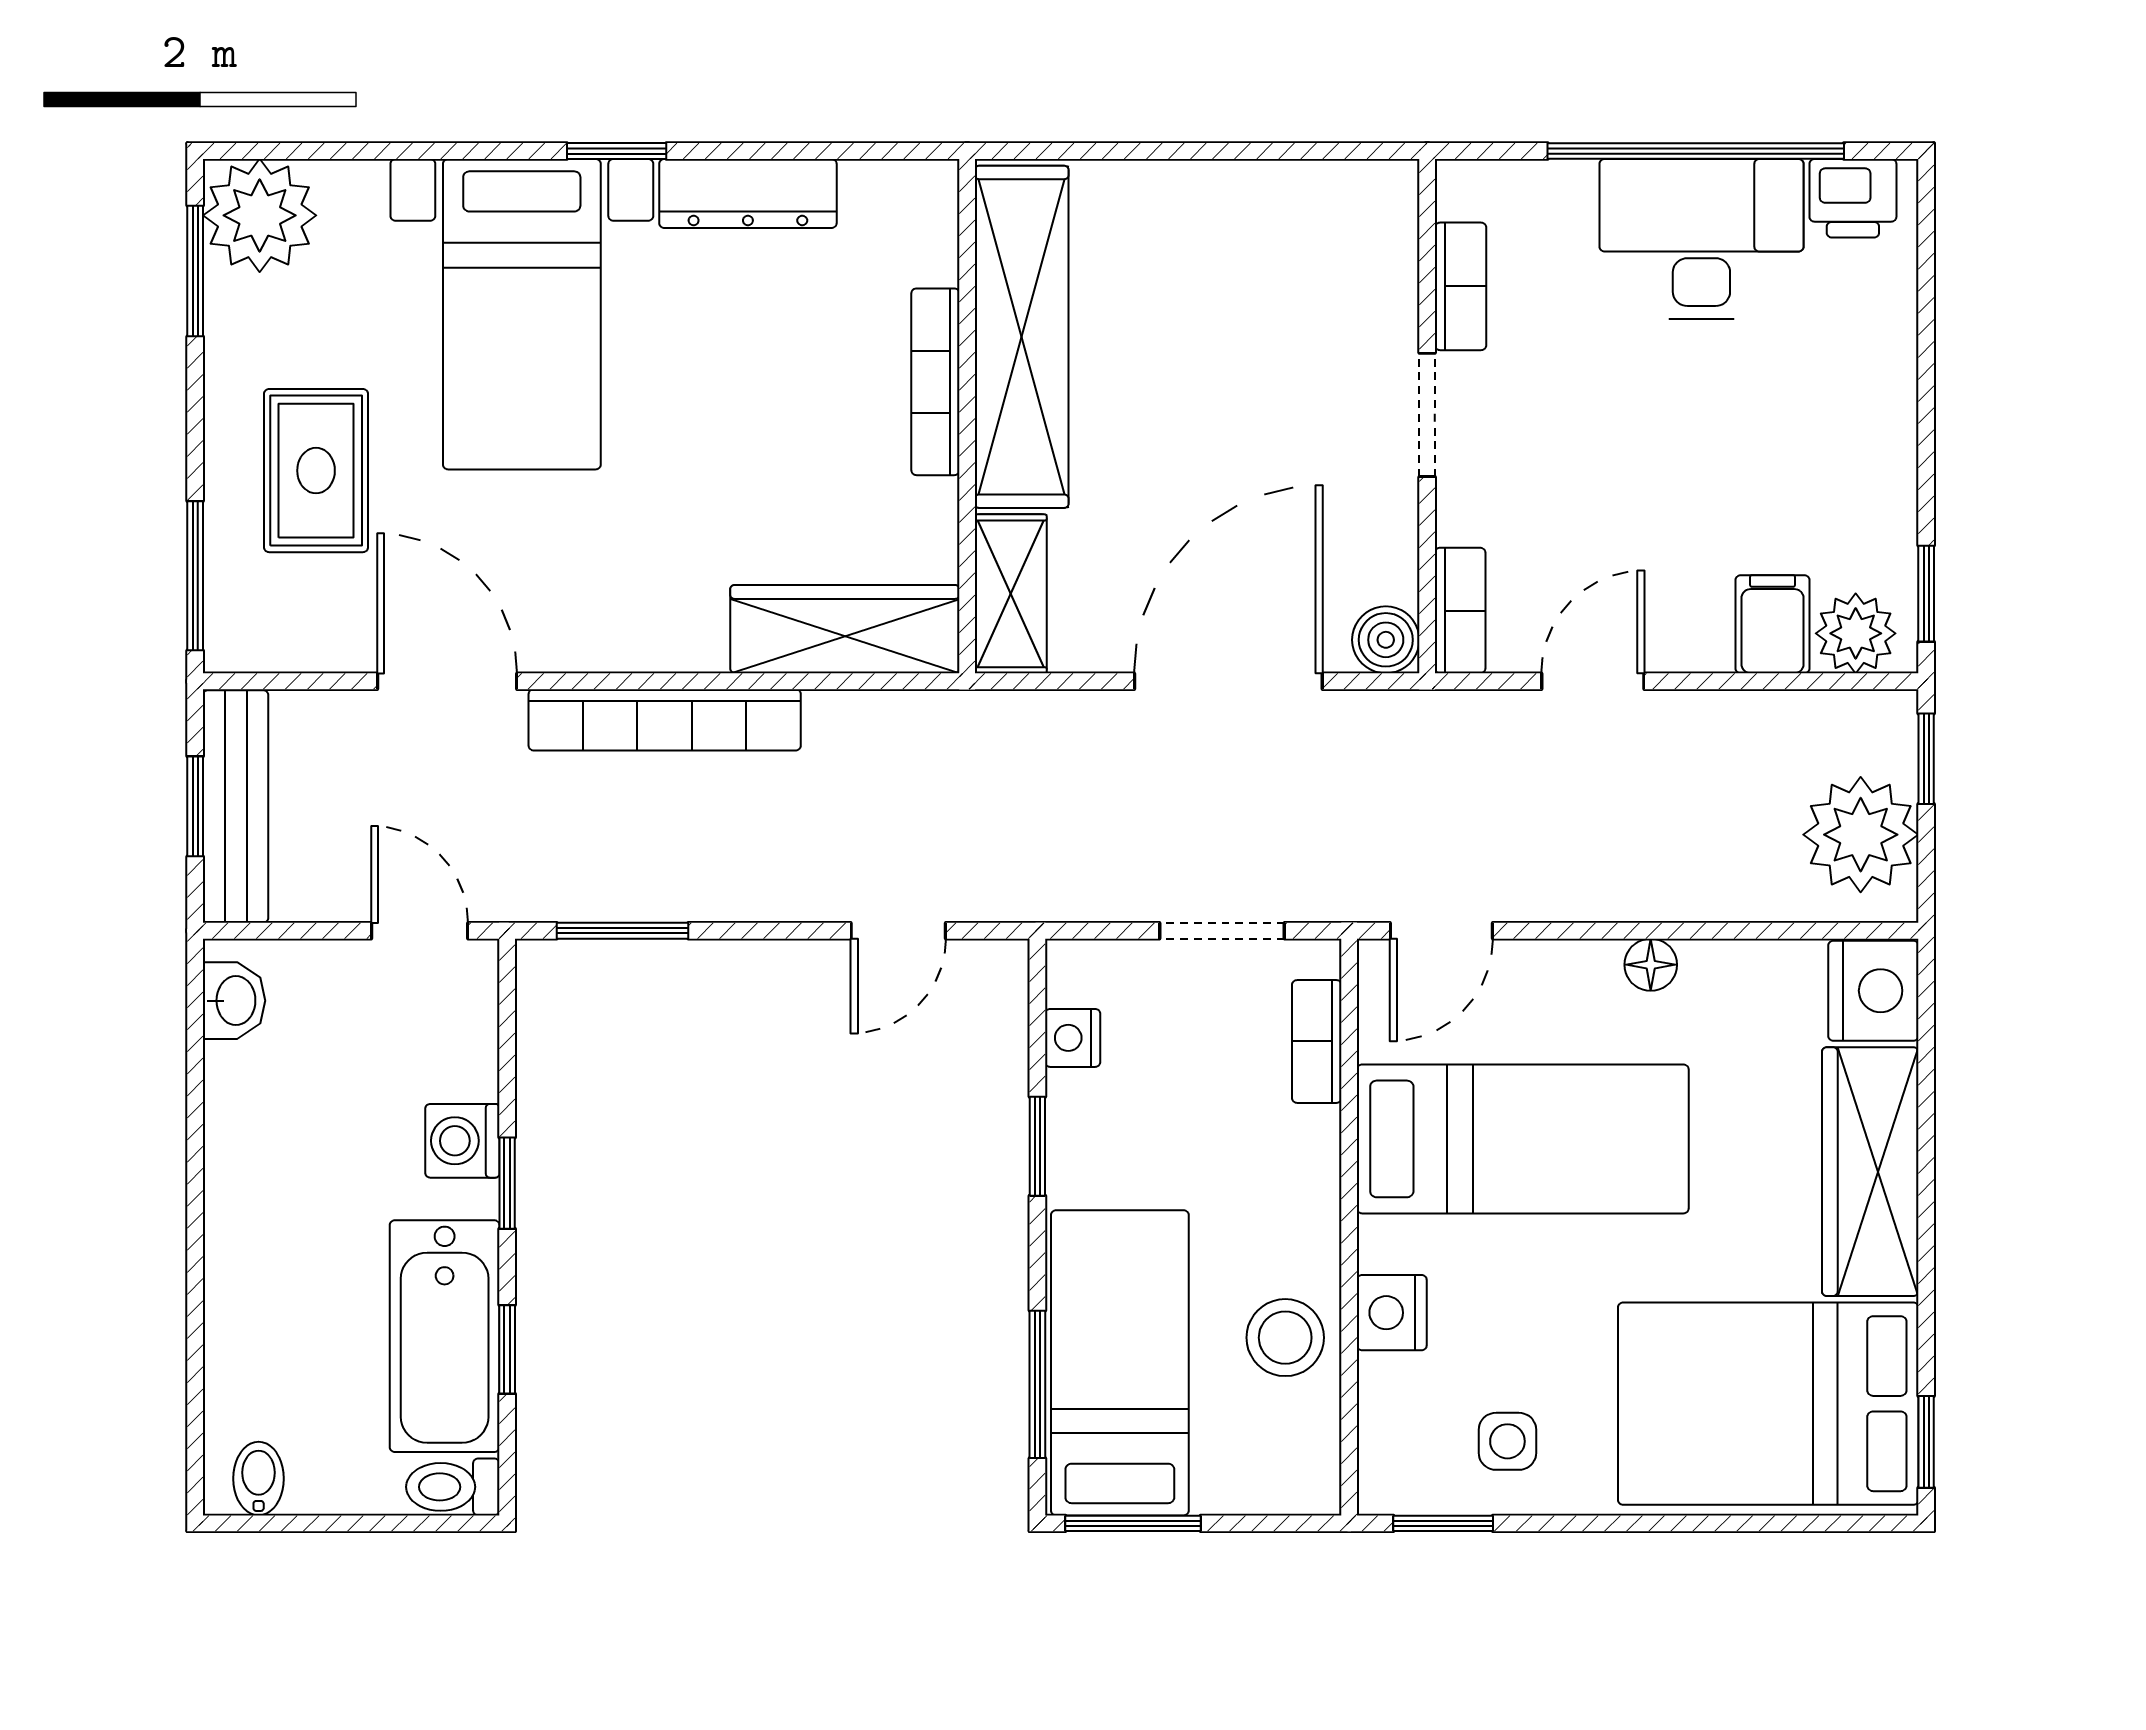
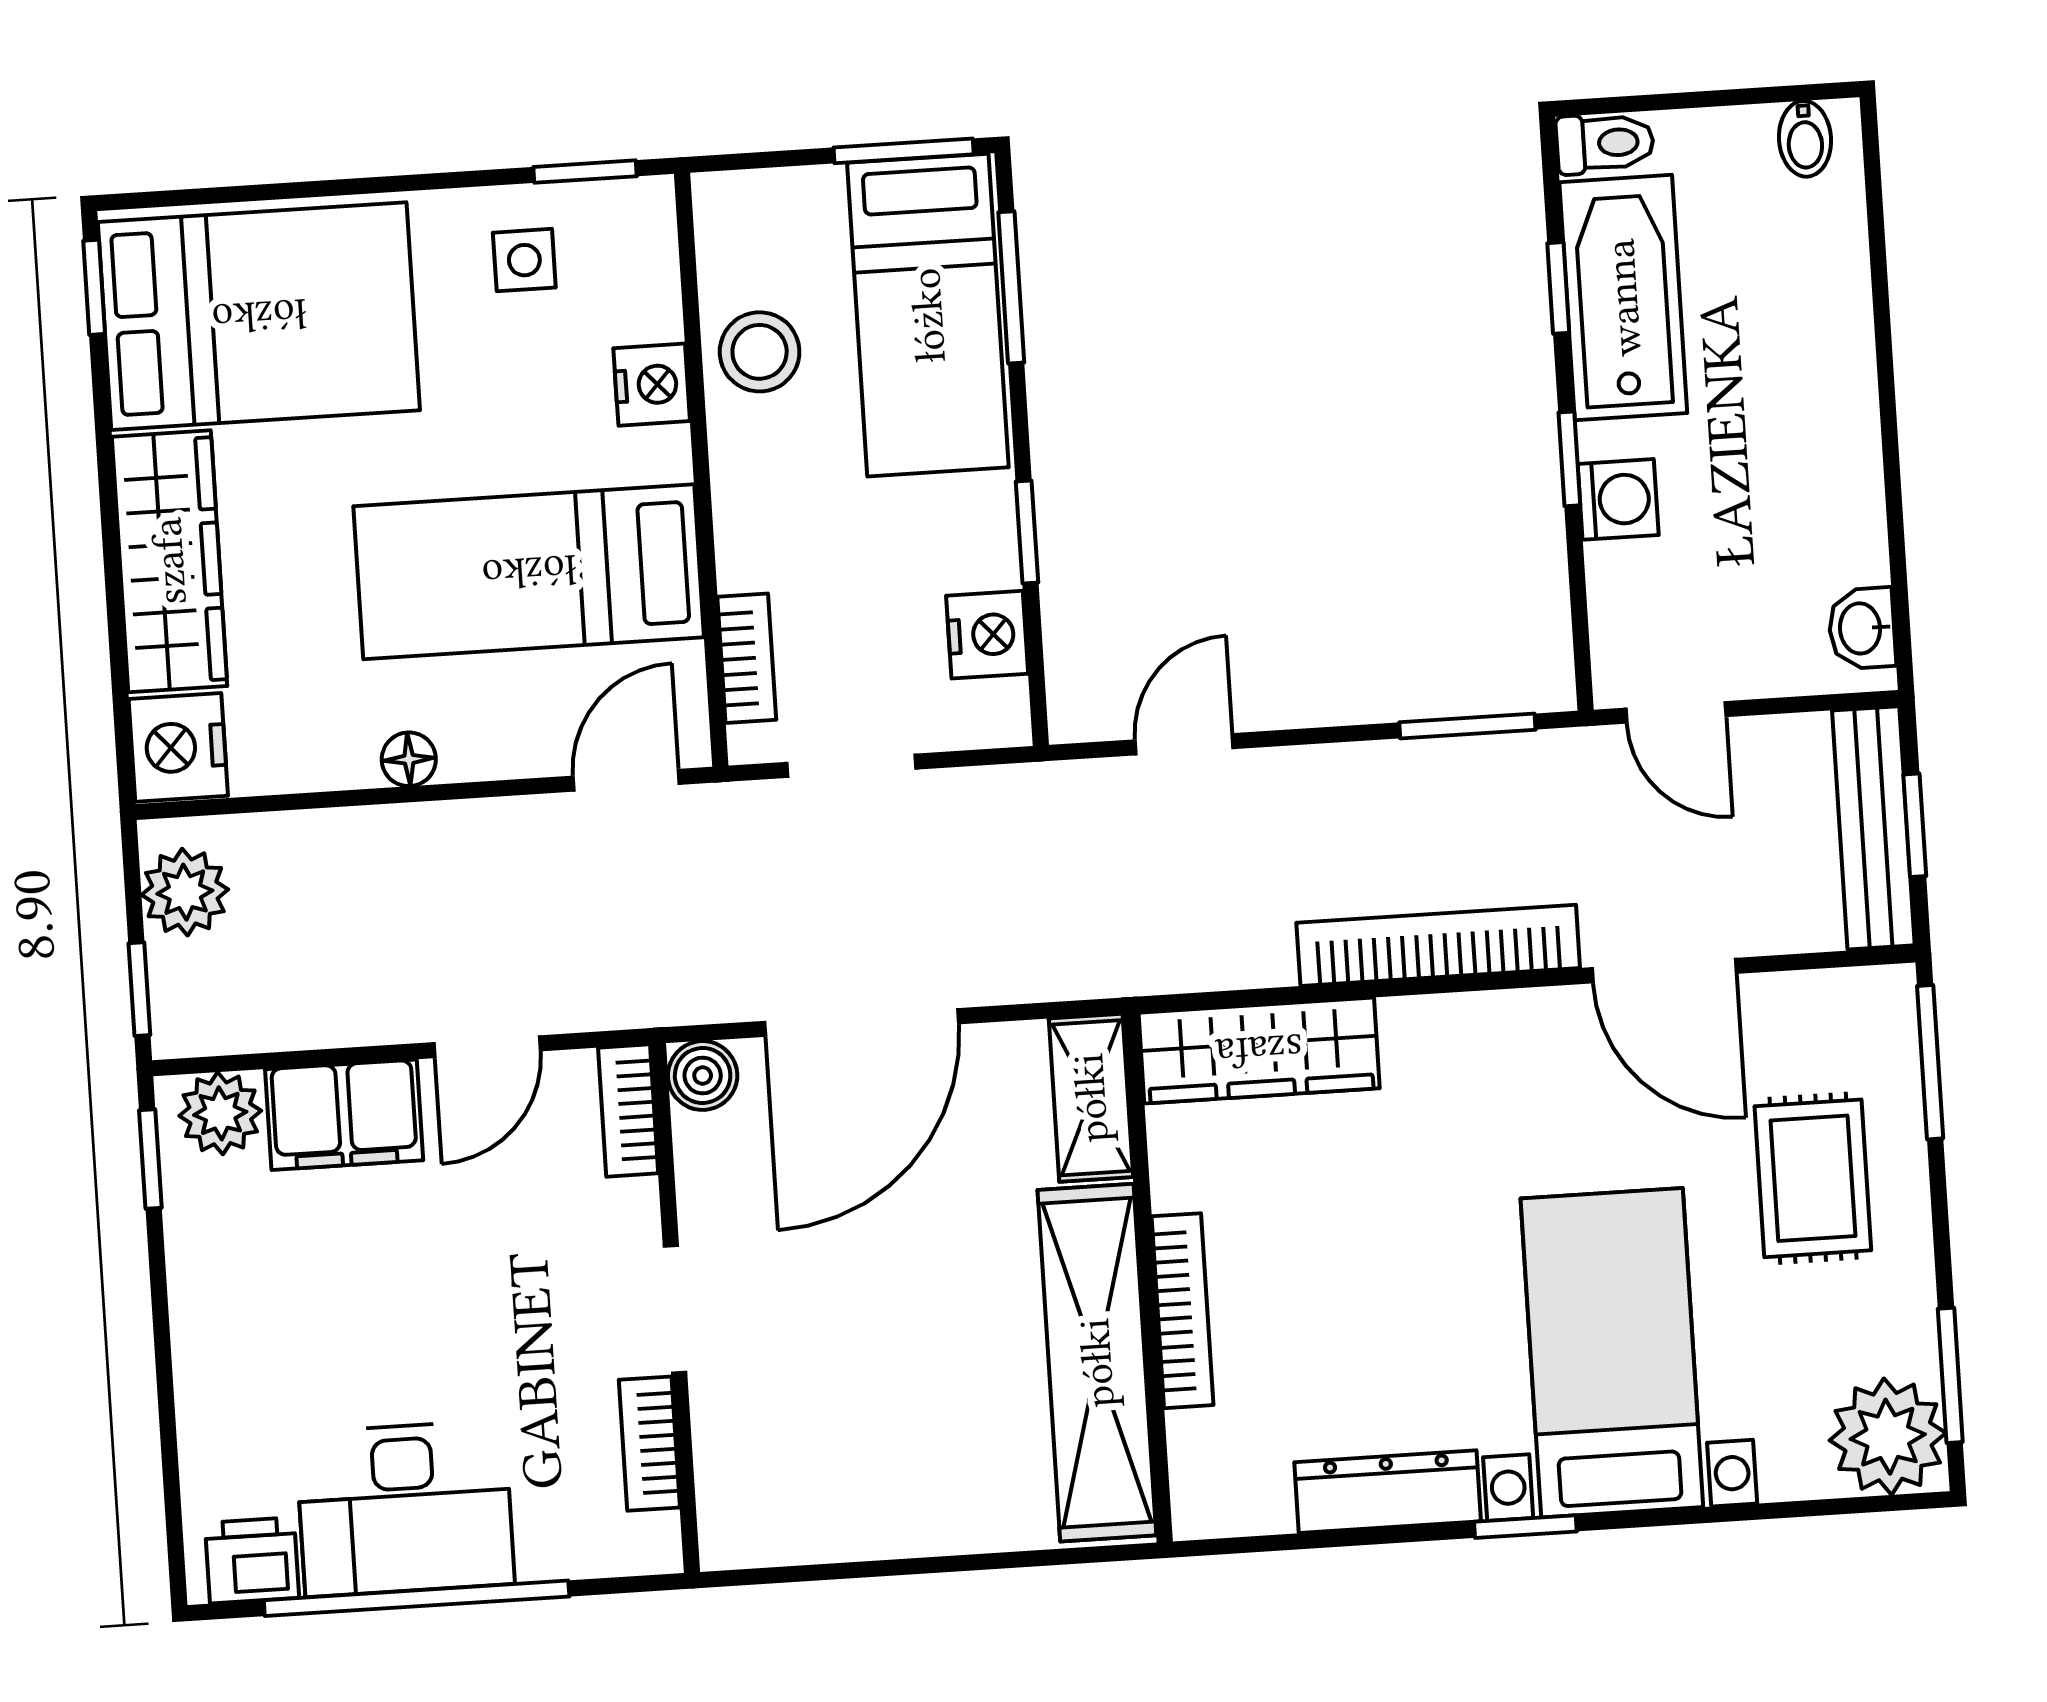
filing cabinet: (1773, 624) -> (344, 1115), width x2.00
plant: (1861, 835) -> (185, 892), width x0.73, depth x0.73
nightstand: (1073, 1038) -> (987, 635), width x1.39, depth x1.35

